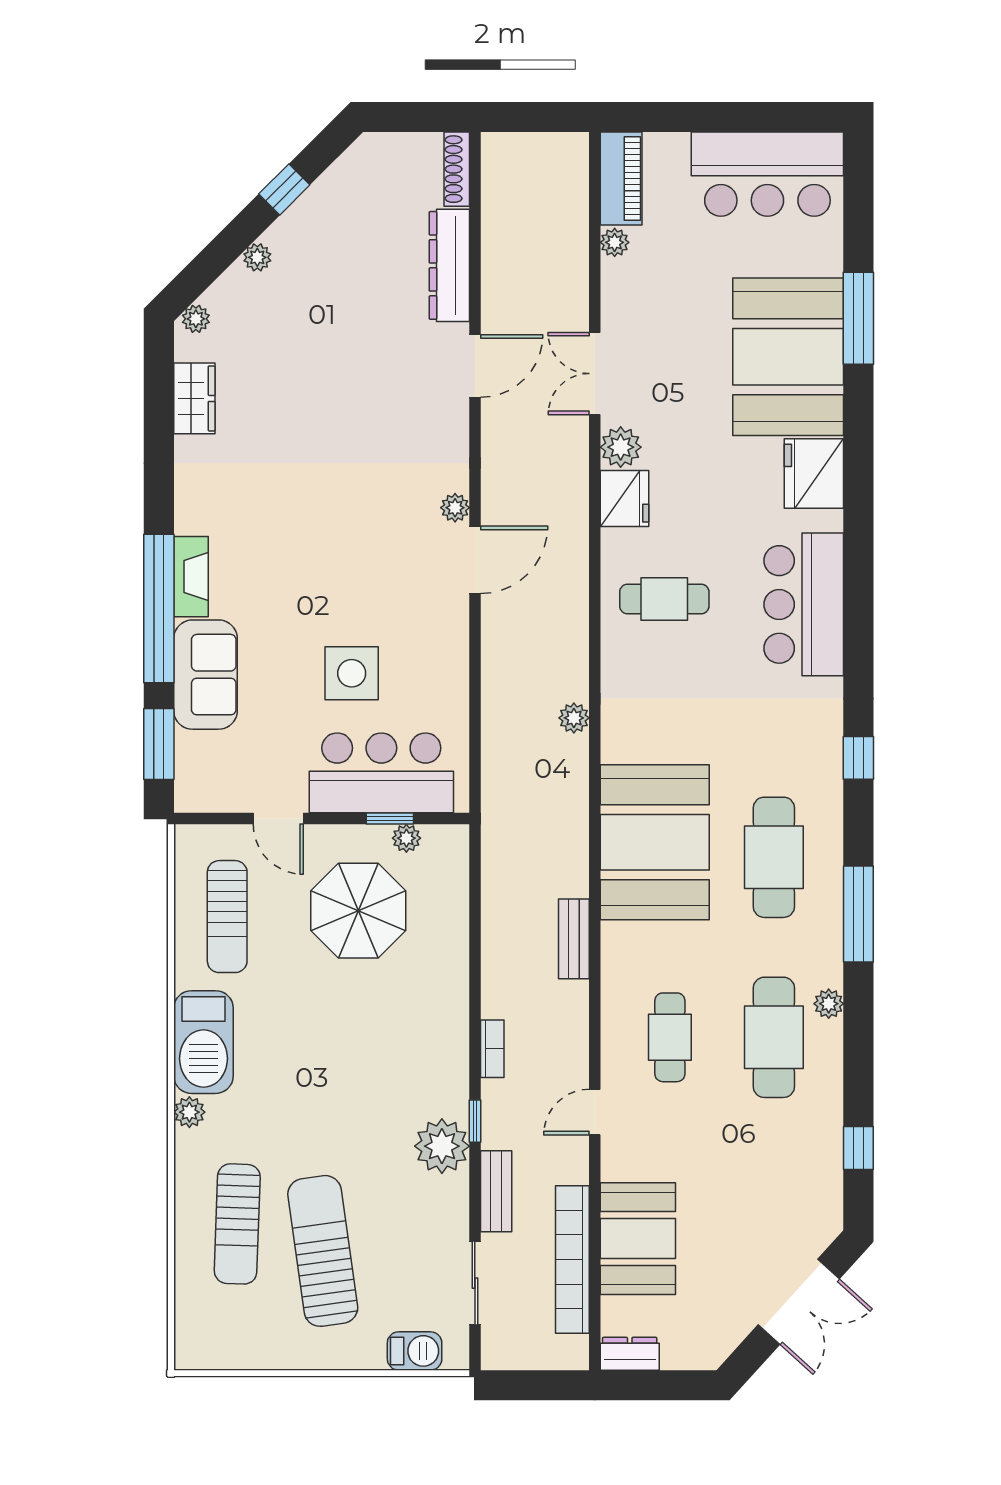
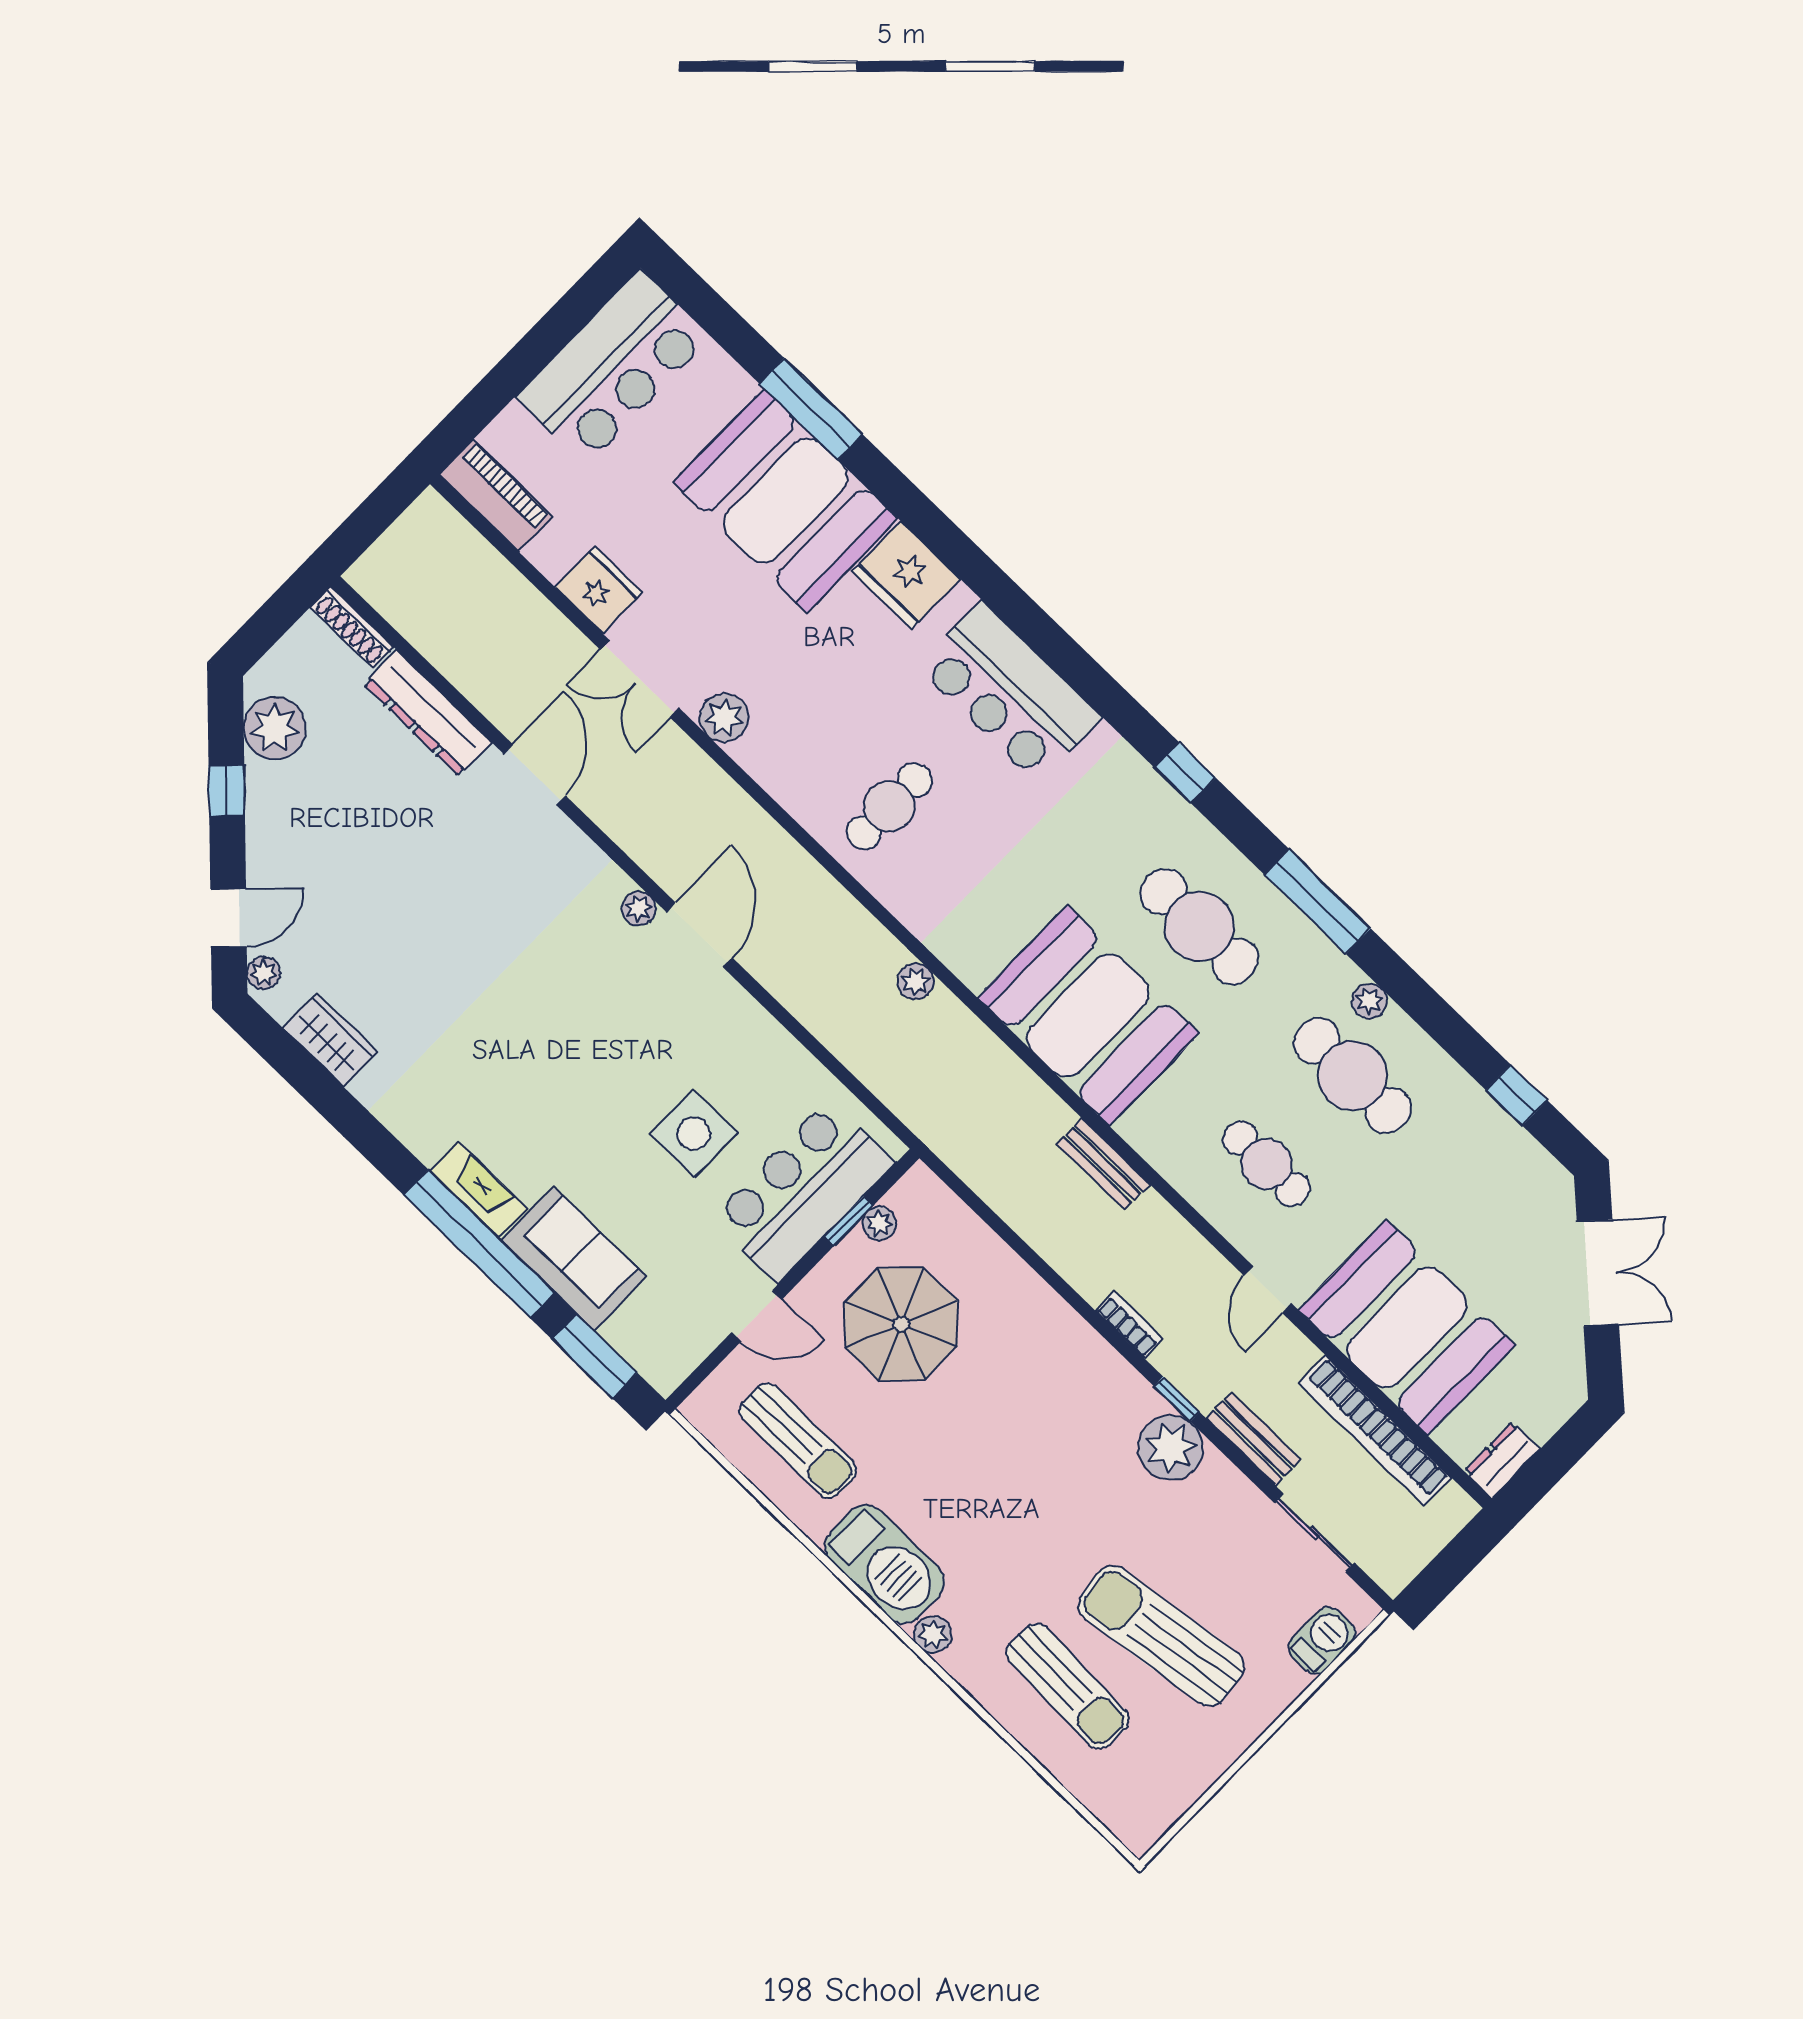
plant: (615, 242) -> (545, 554), removed
plant: (257, 257) -> (275, 728), moved, width x1.87, depth x1.87
door: (208, 265) -> (229, 918), added
fridge: (625, 499) -> (599, 590), moved
booth: (638, 1239) -> (1407, 1327), width x1.36, depth x1.42

